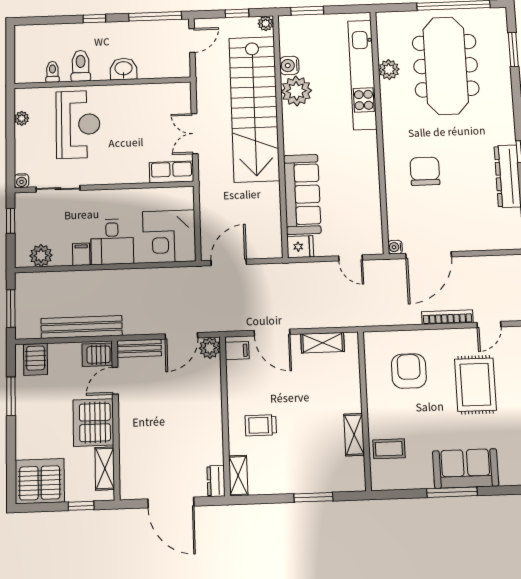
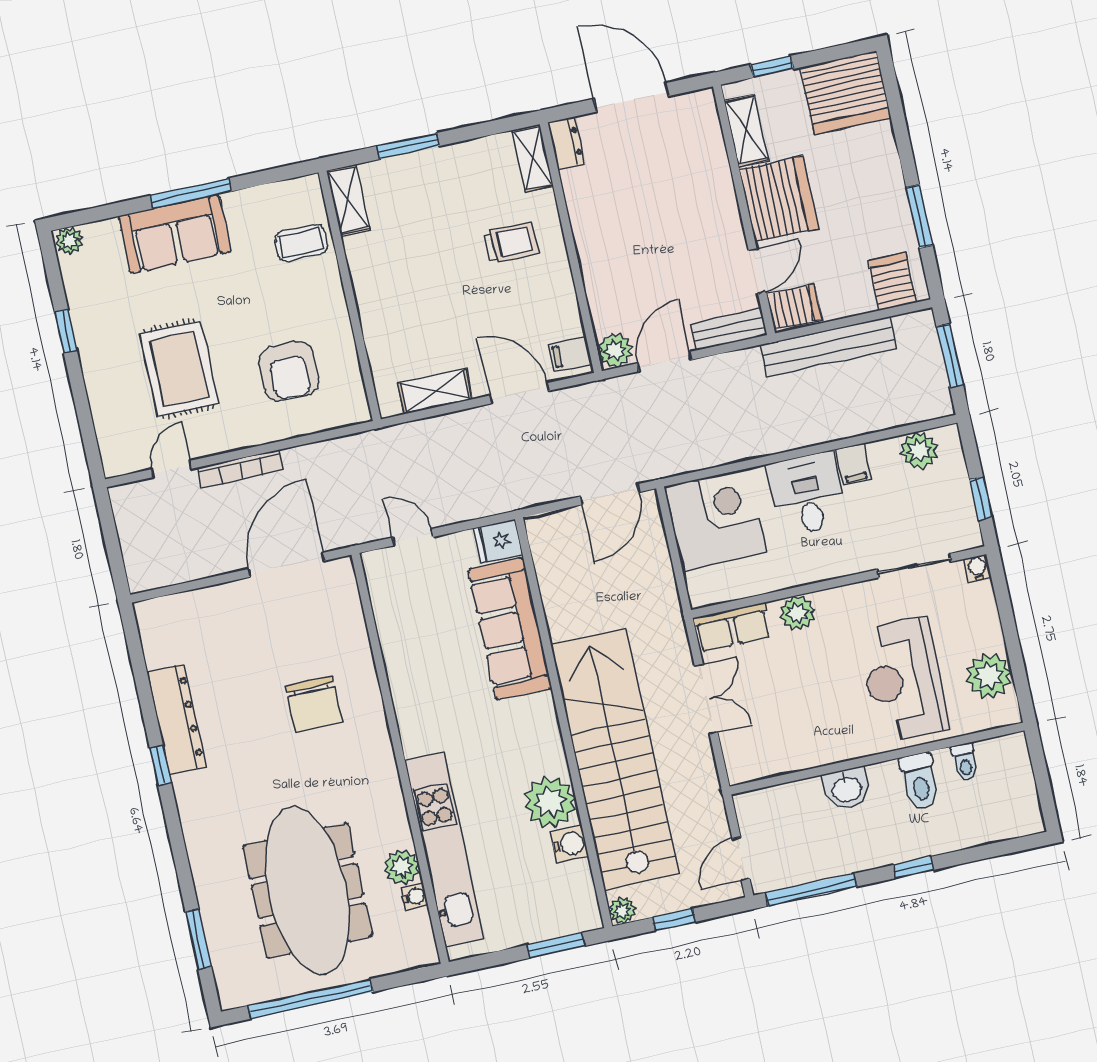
plant: (22, 118) -> (989, 676), width x1.88, depth x1.88
plant: (132, 173) -> (797, 613), added
water cooler: (395, 247) -> (415, 897), moved
shelving: (354, 435) -> (348, 200), moved

